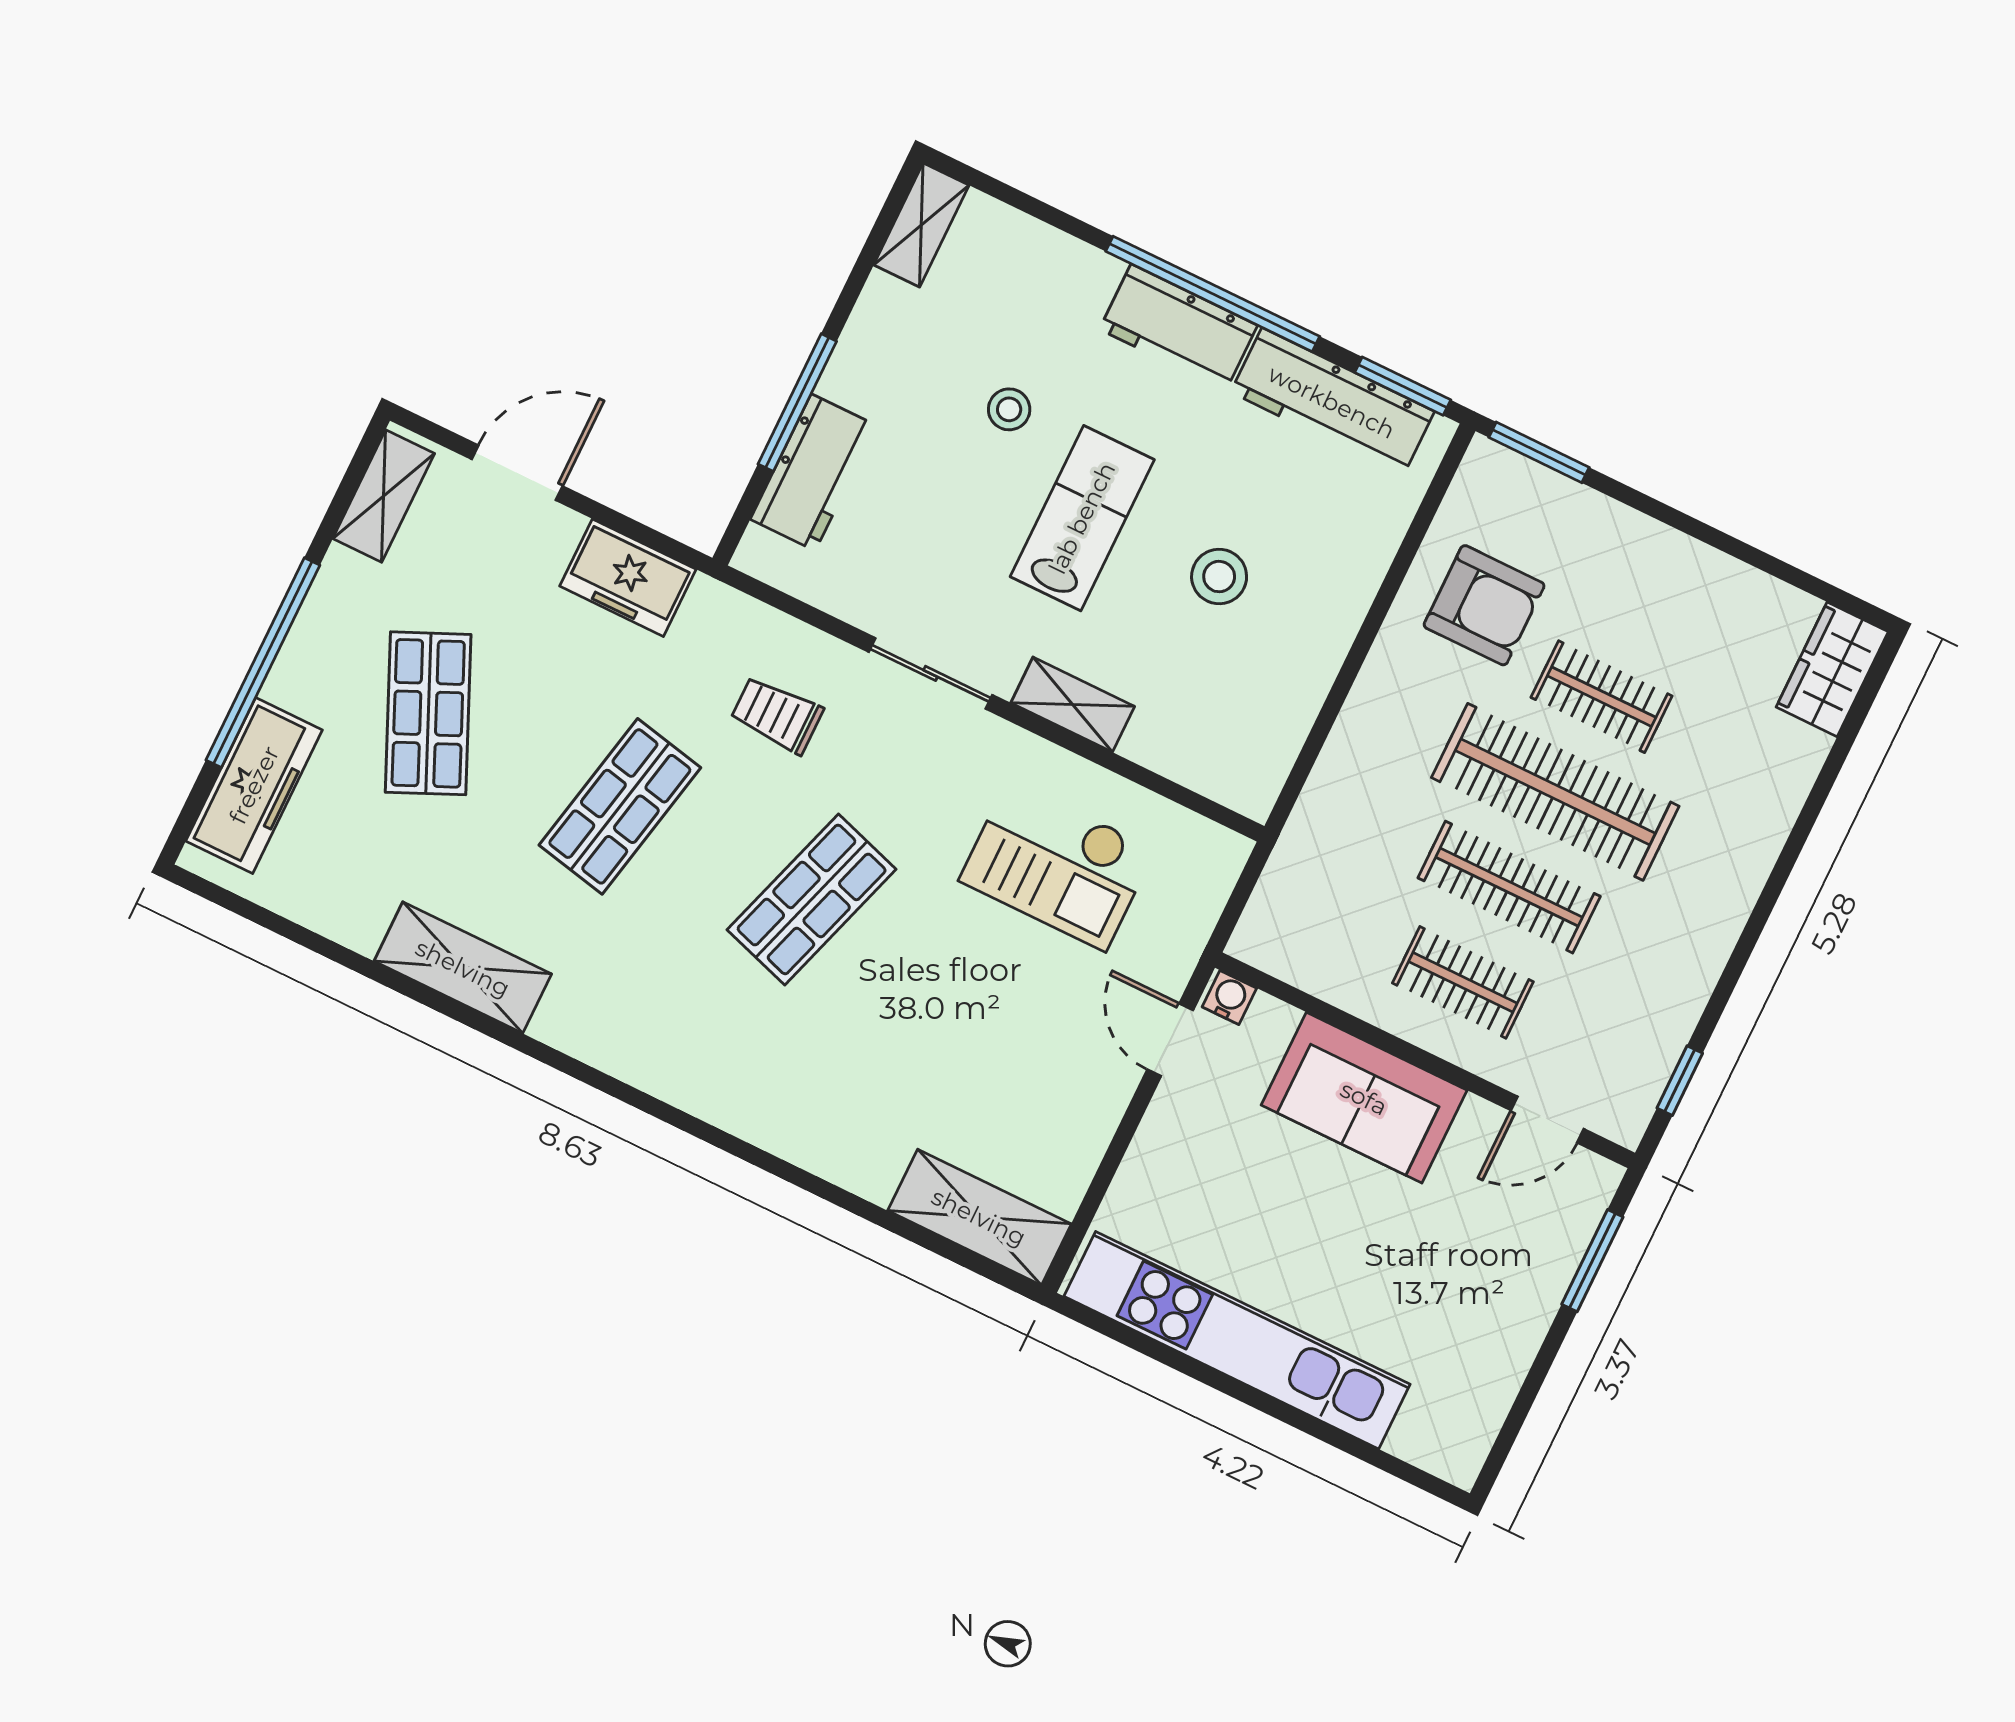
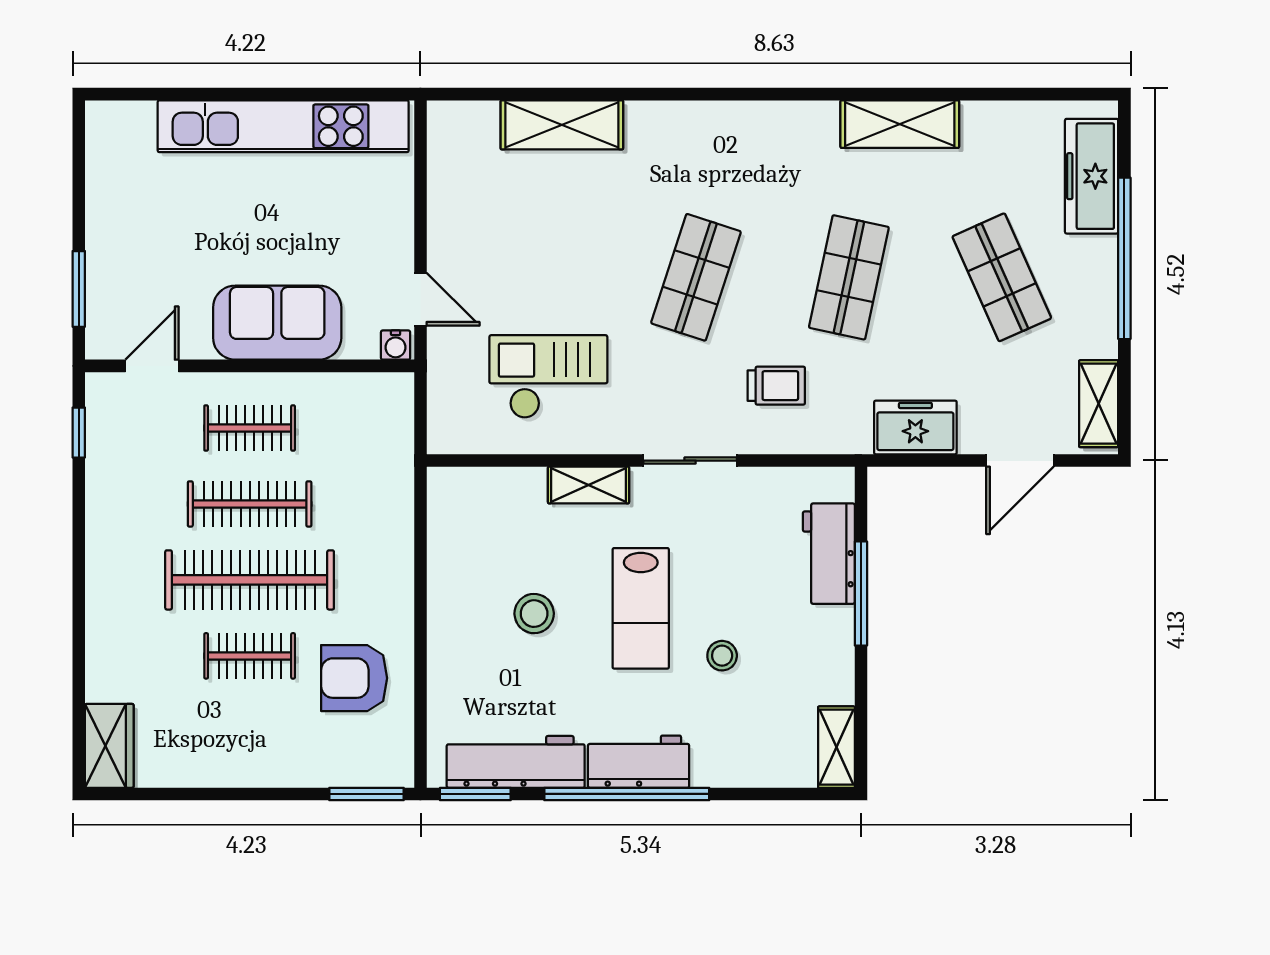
shelving: (979, 1217) -> (562, 125), moved

